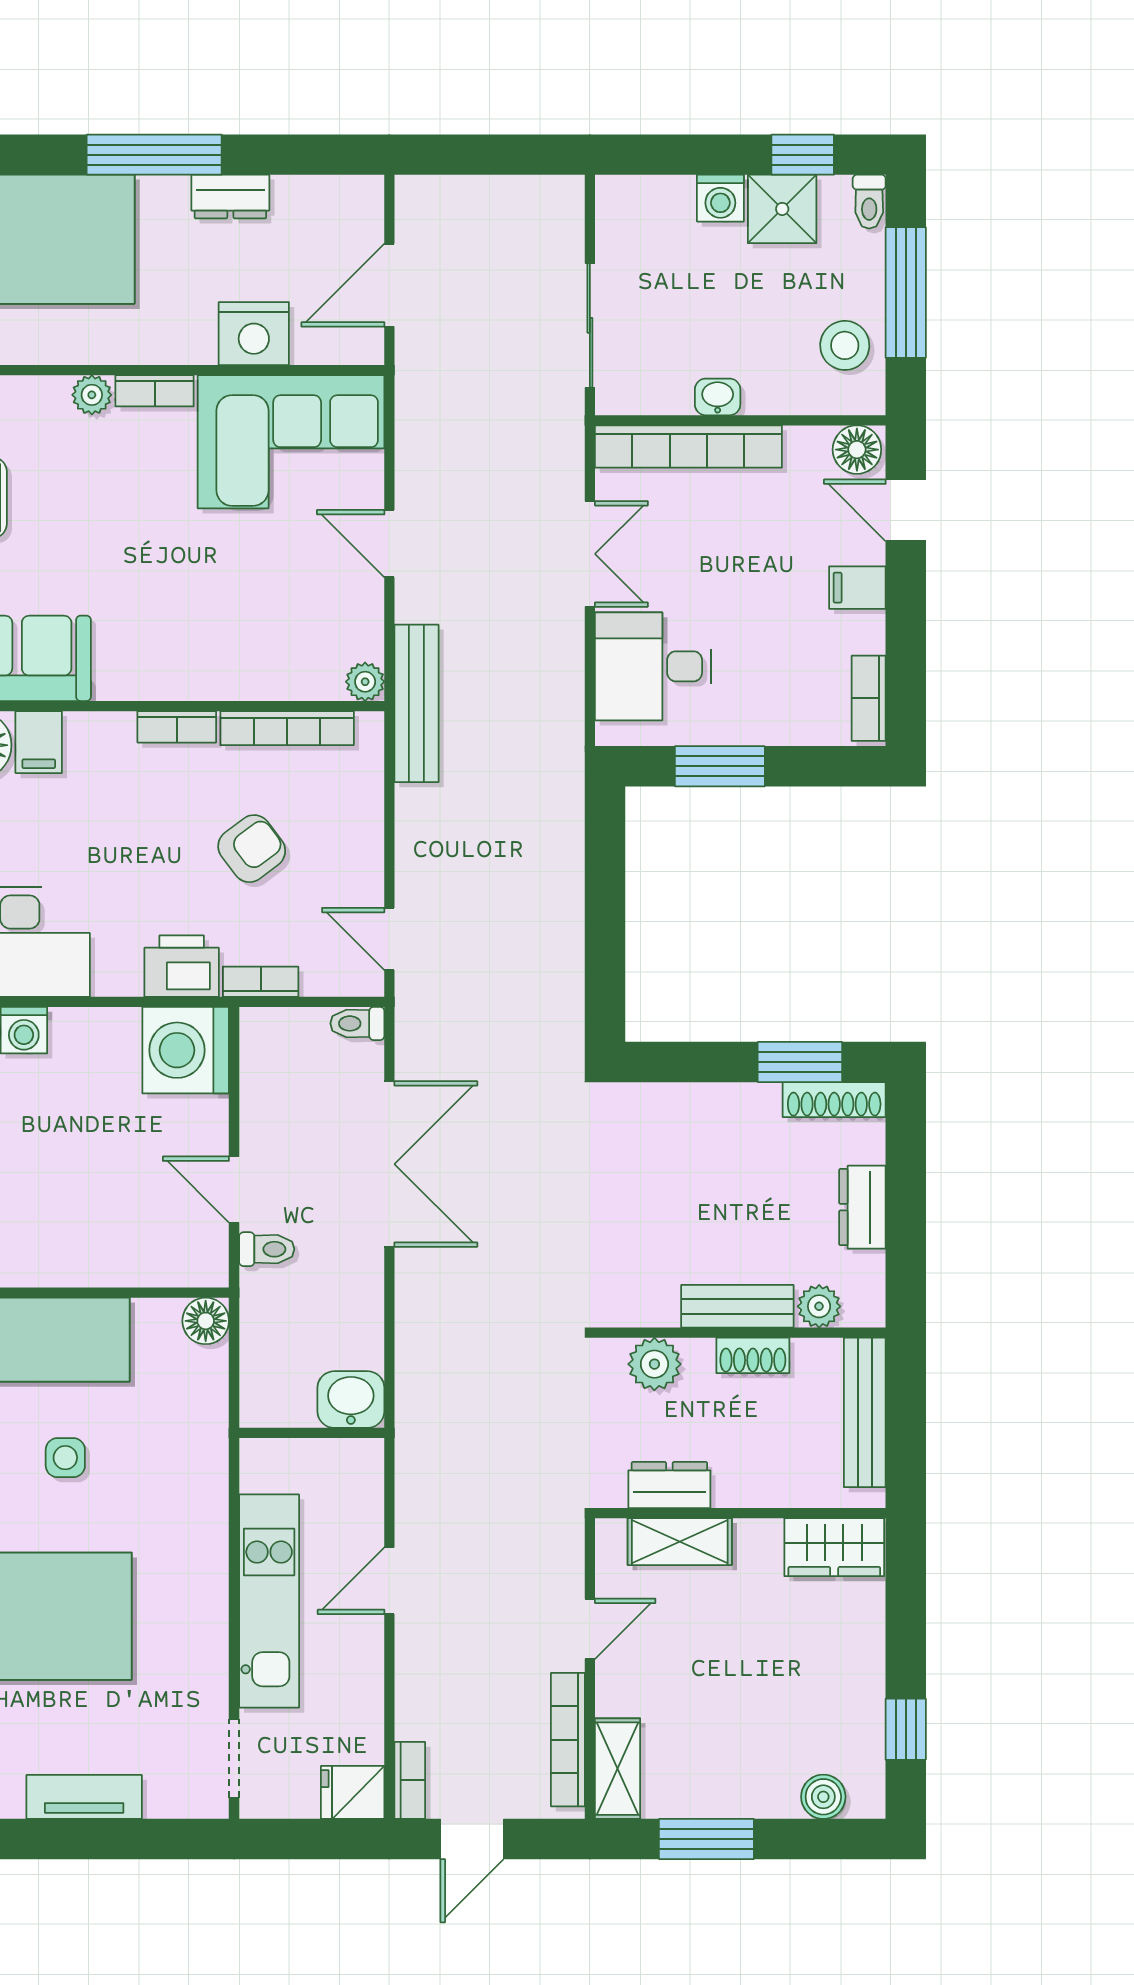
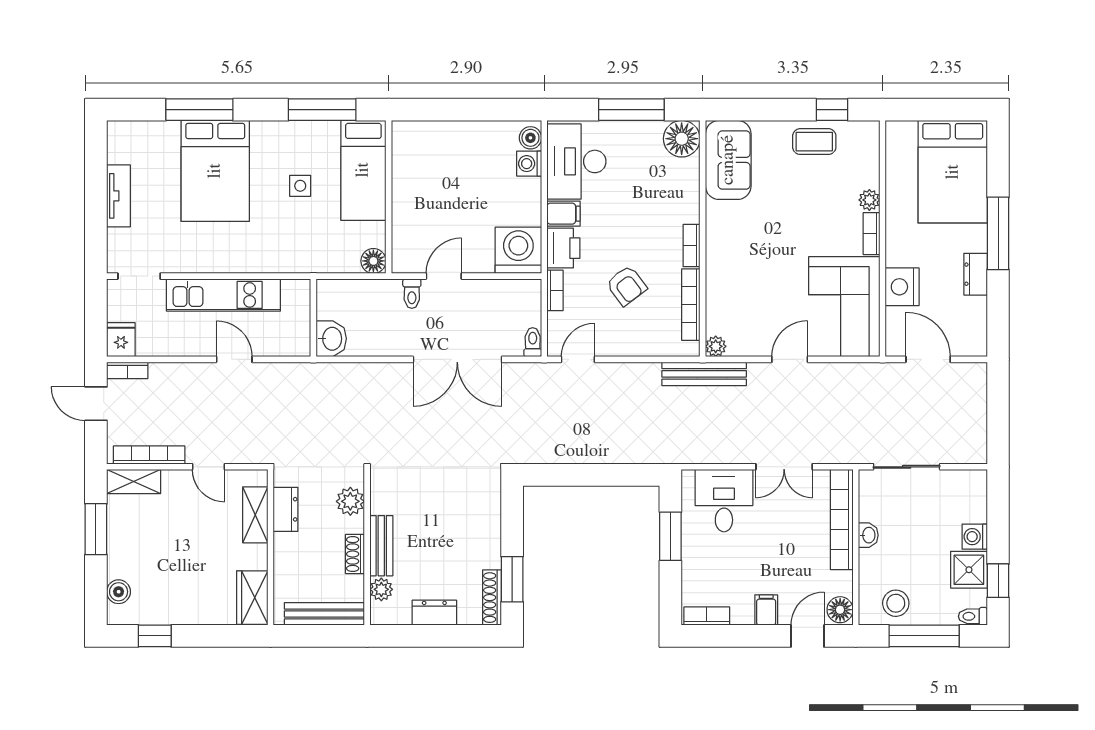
filing cabinet: (39, 742) -> (564, 214), moved, turned 180

